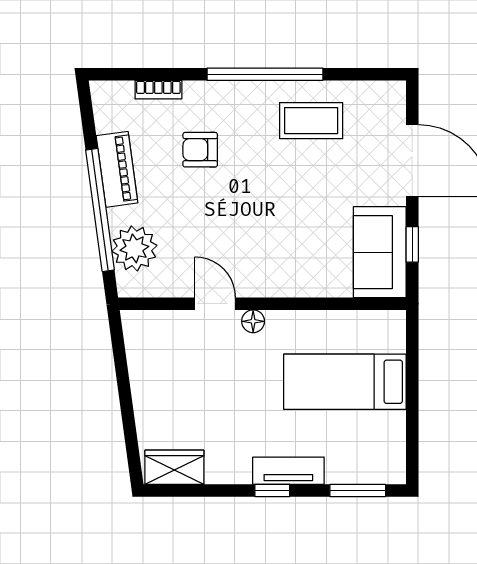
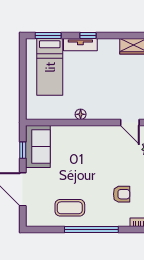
door: (215, 304) -> (130, 122), moved
floor lamp: (253, 321) -> (81, 114), moved
bed: (345, 382) -> (50, 67), moved, turned 90

